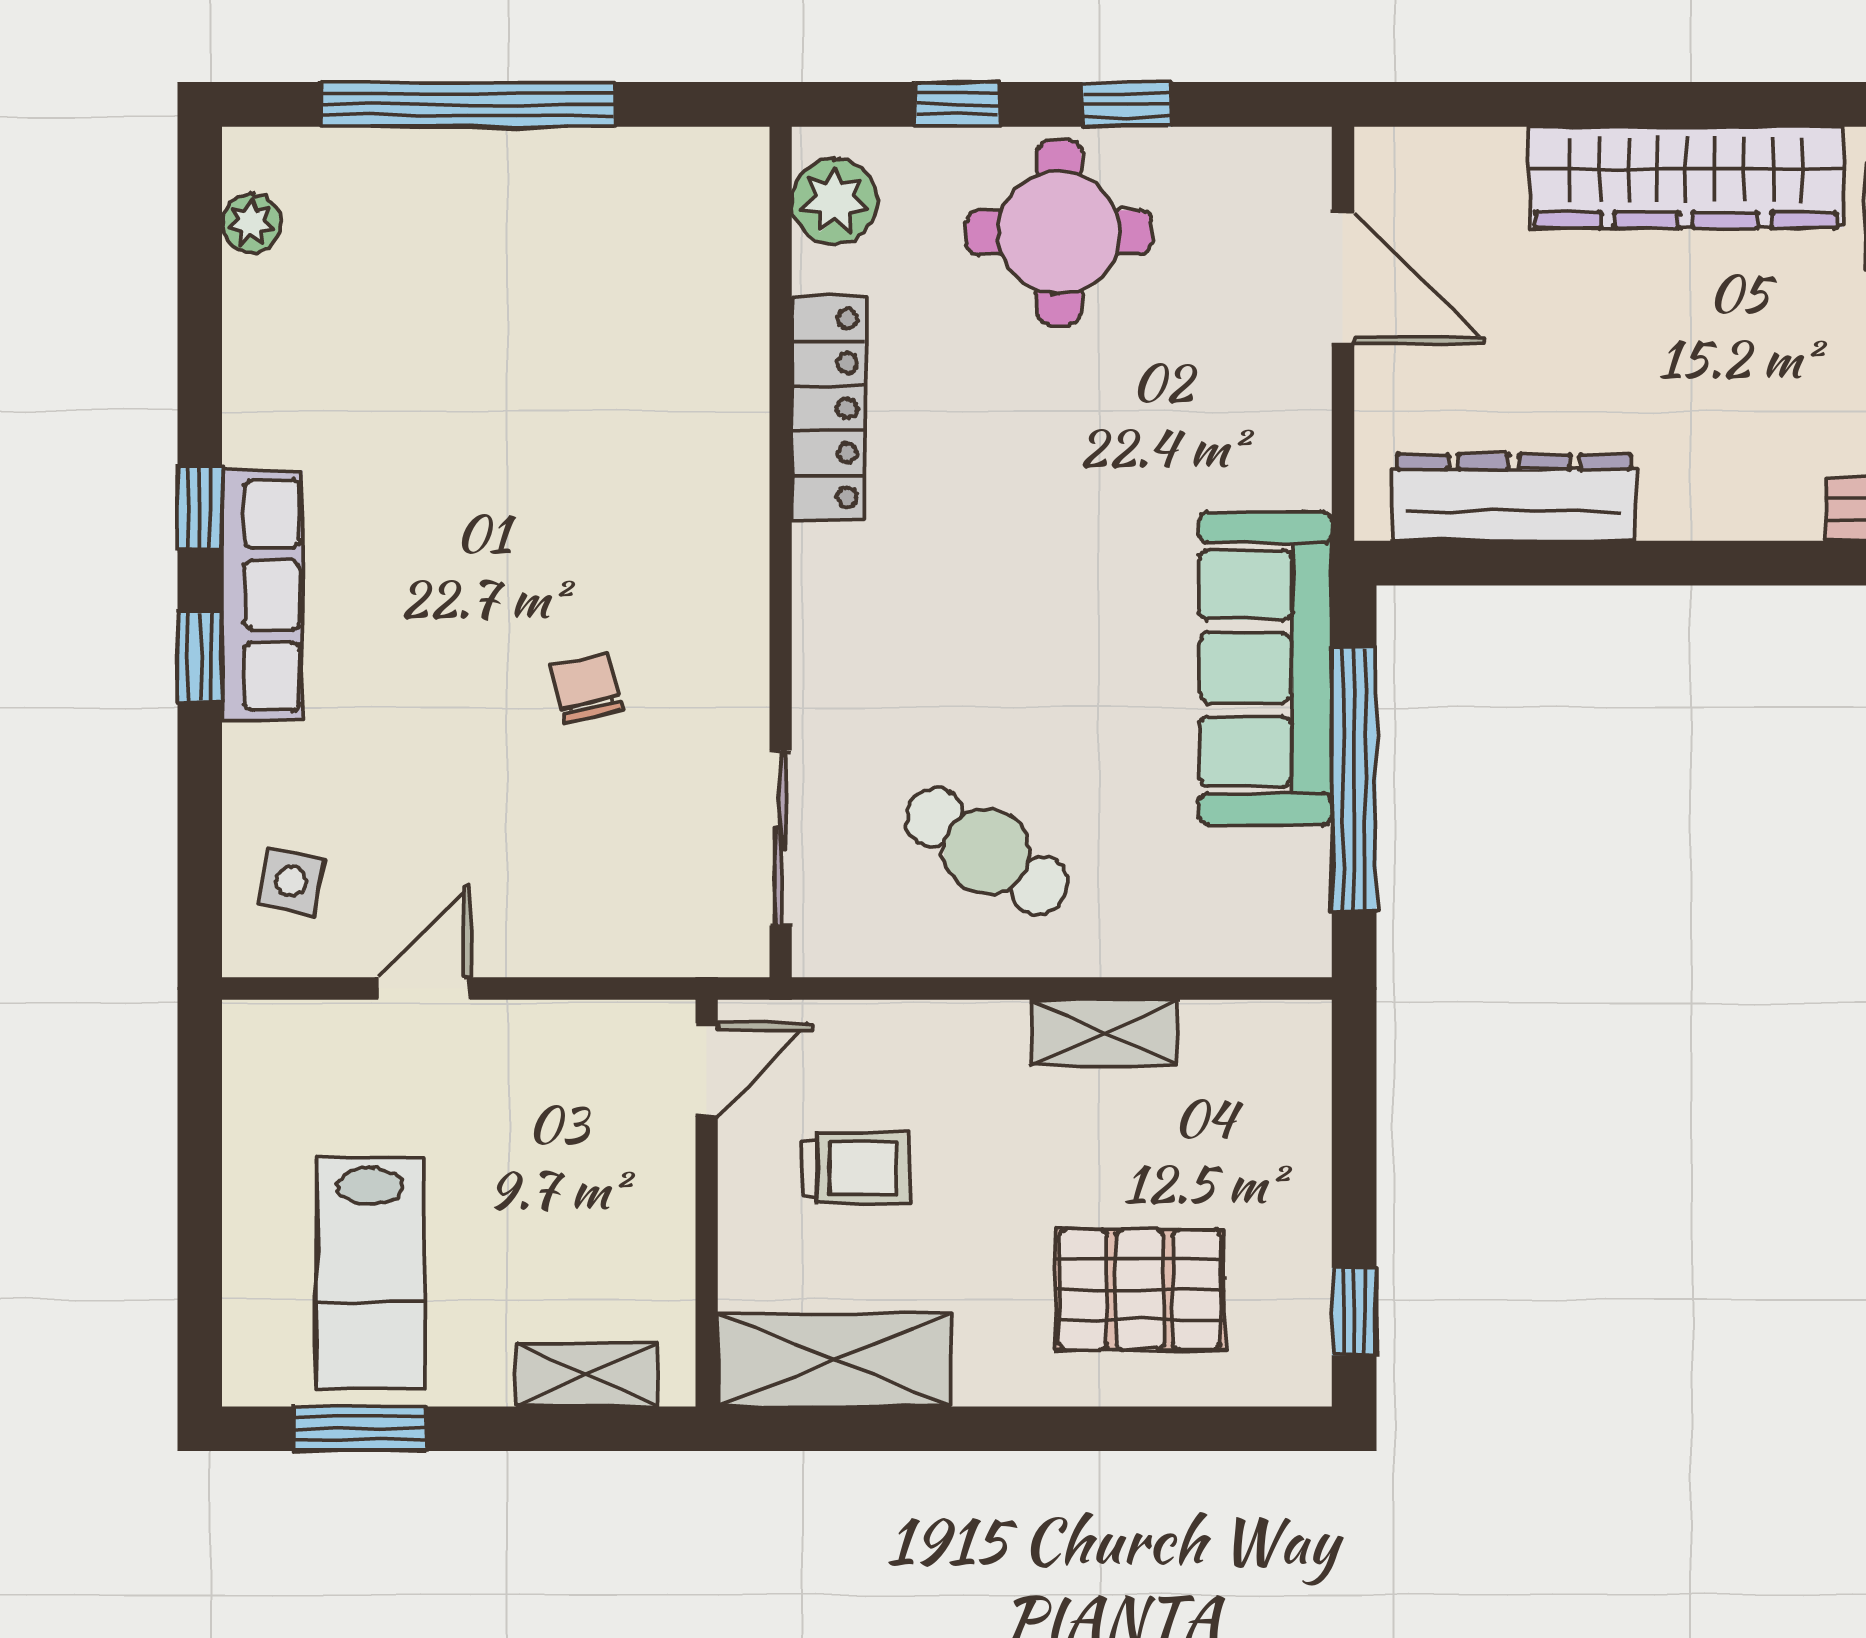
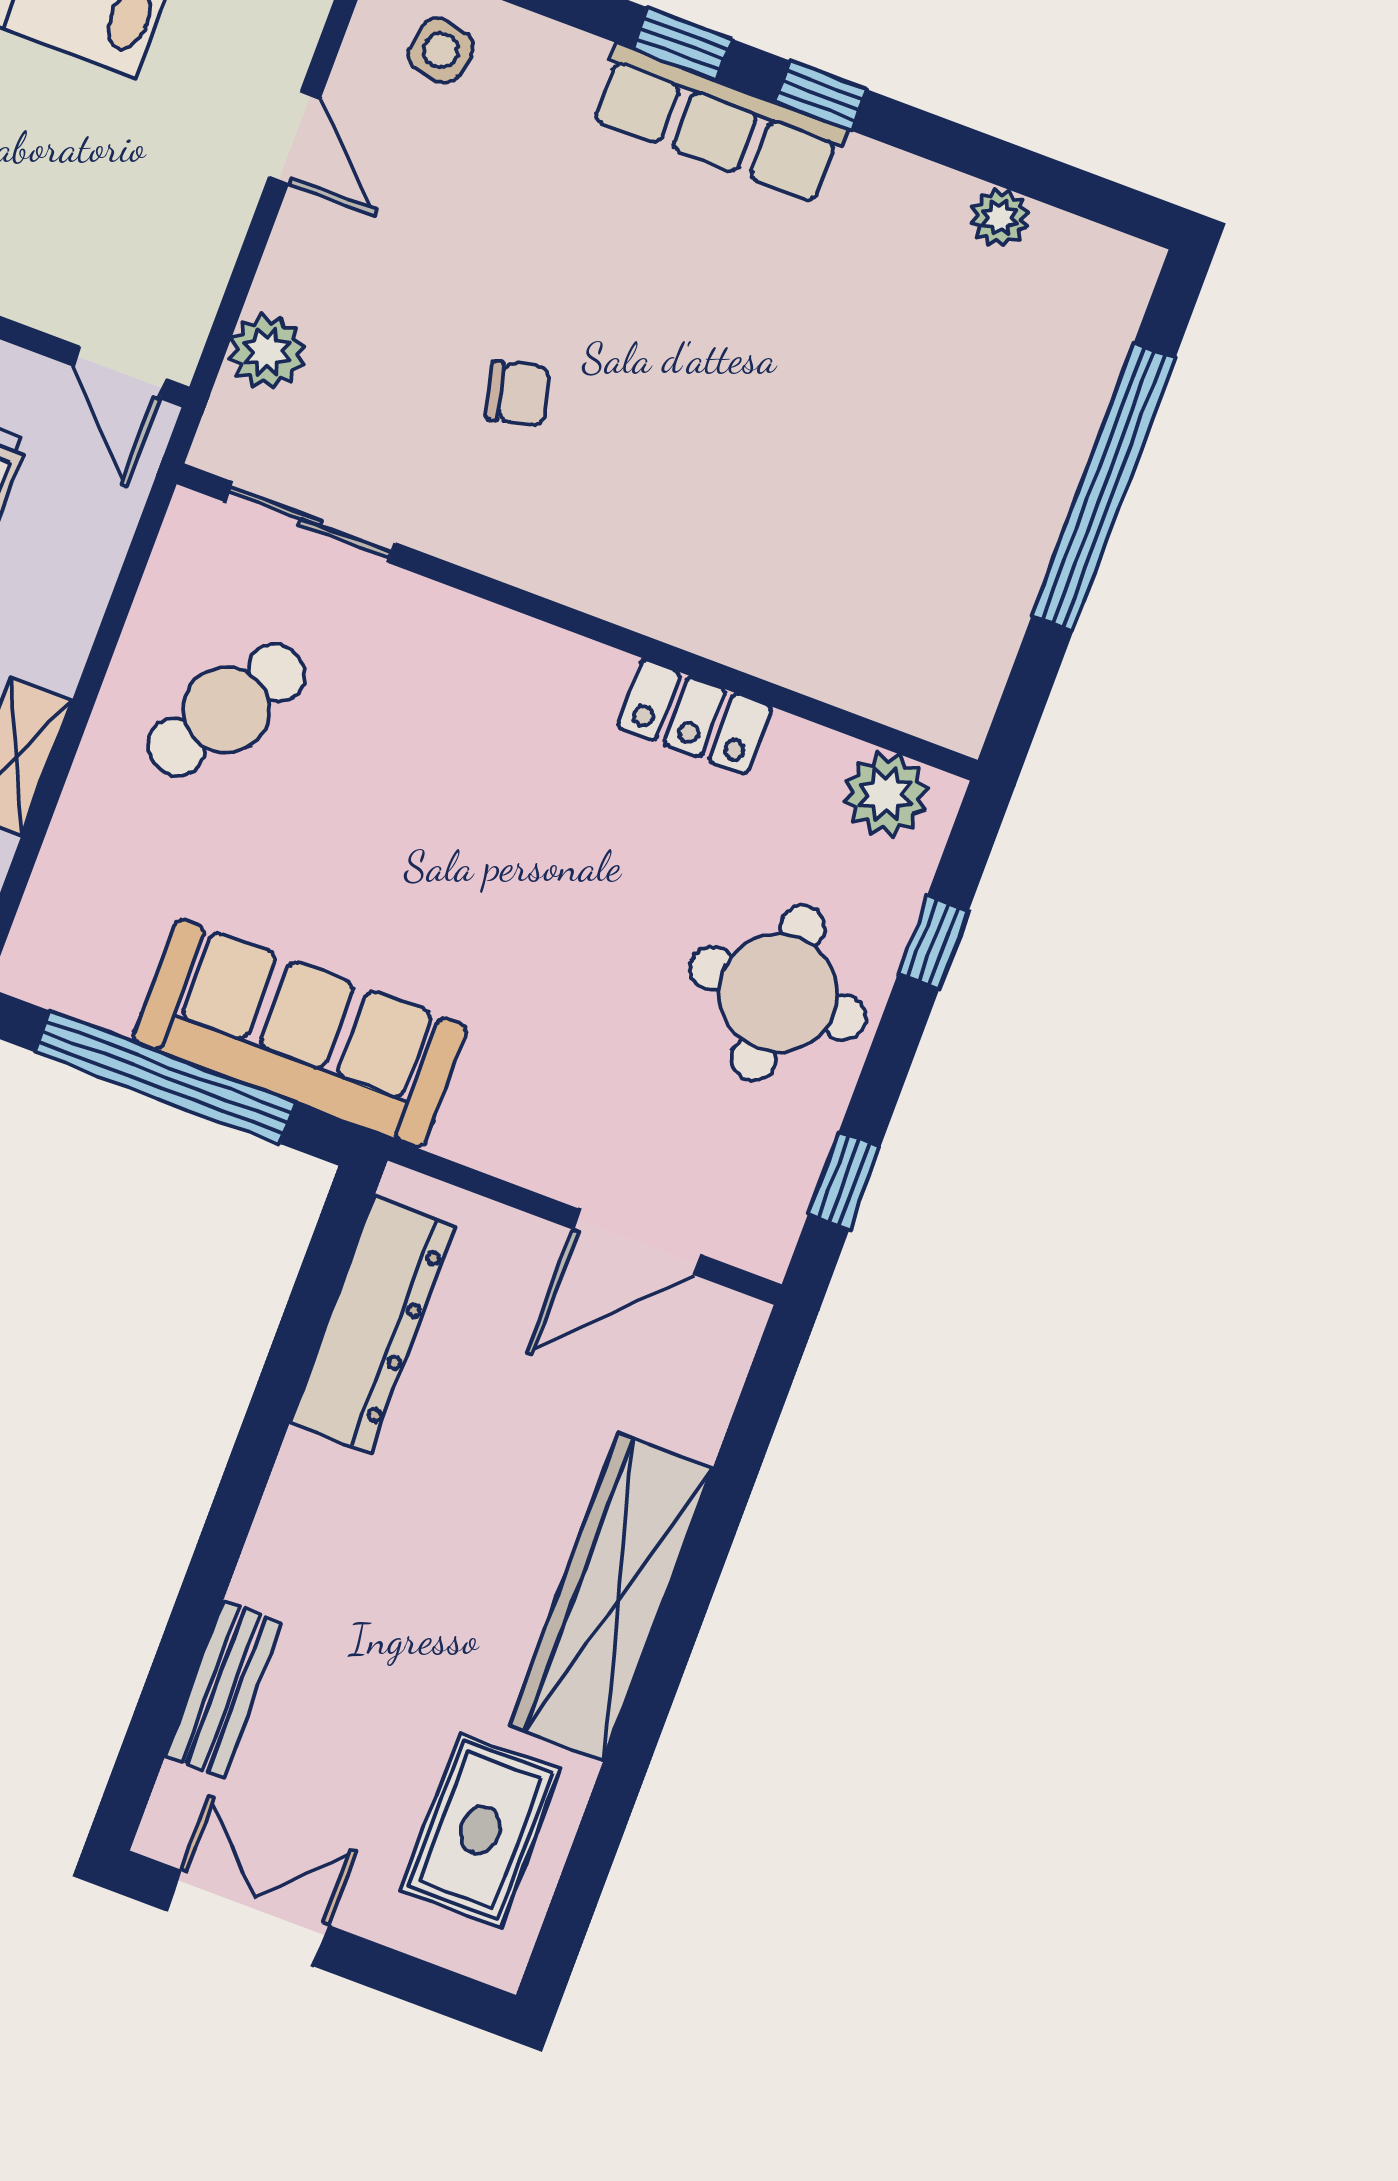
window: (1127, 104) -> (844, 1181), moved
plant: (251, 223) -> (1000, 217), moved
locker: (829, 408) -> (695, 717), width x0.66
plant: (636, 939) -> (267, 352), added

